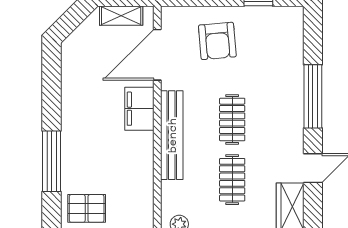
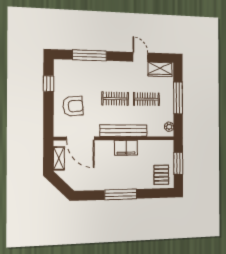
window: (313, 96) -> (89, 55), moved
filing cabinet: (139, 109) -> (126, 148), moved
window: (52, 161) -> (121, 194), moved

